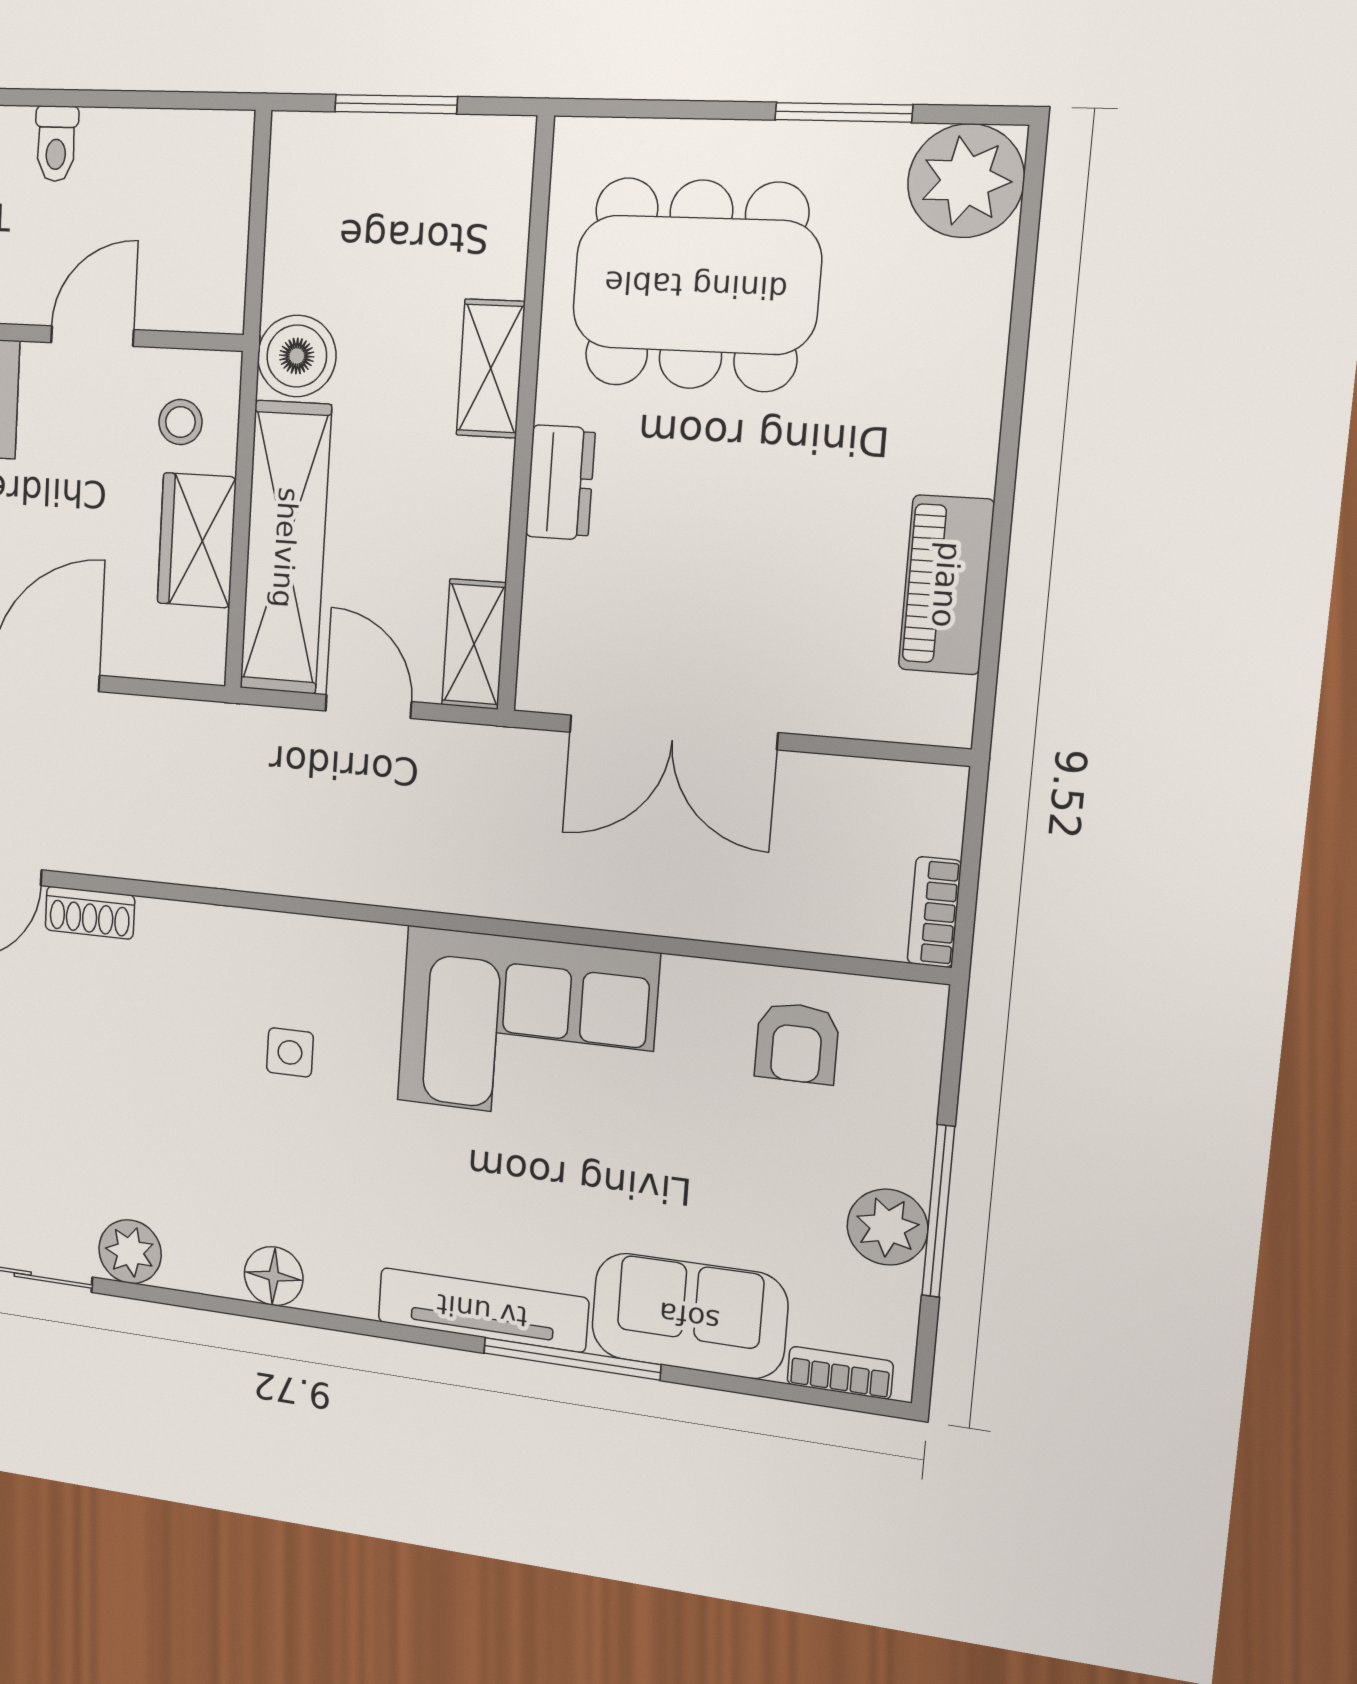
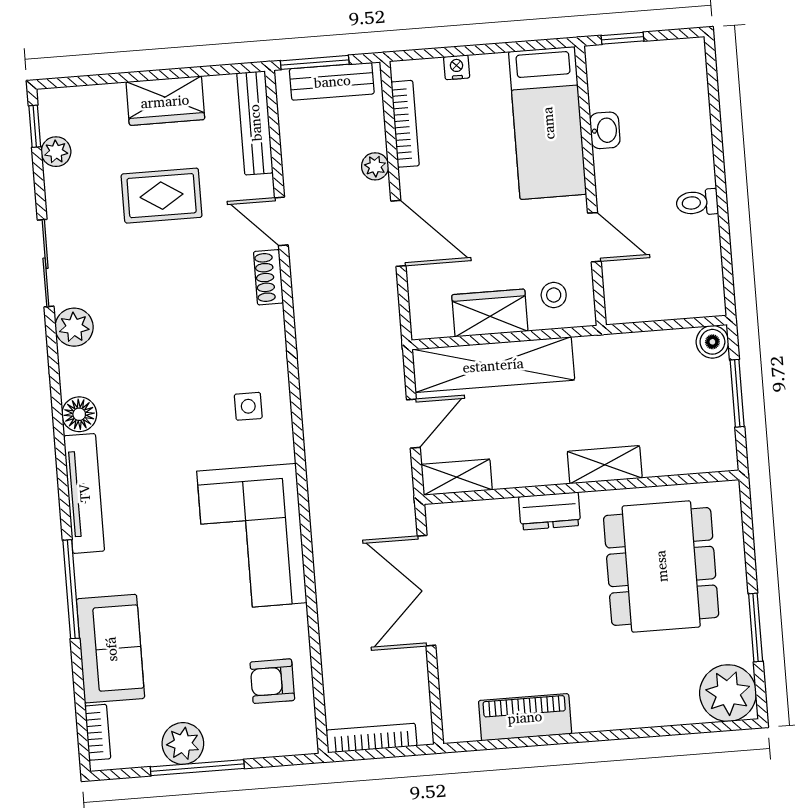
boiler: (297, 356) -> (712, 342), moved, width x0.73, depth x0.73
bookcase: (934, 912) -> (371, 738), width x1.56
side table: (290, 1052) -> (248, 406), moved
tv unit: (482, 1310) -> (84, 493), moved

